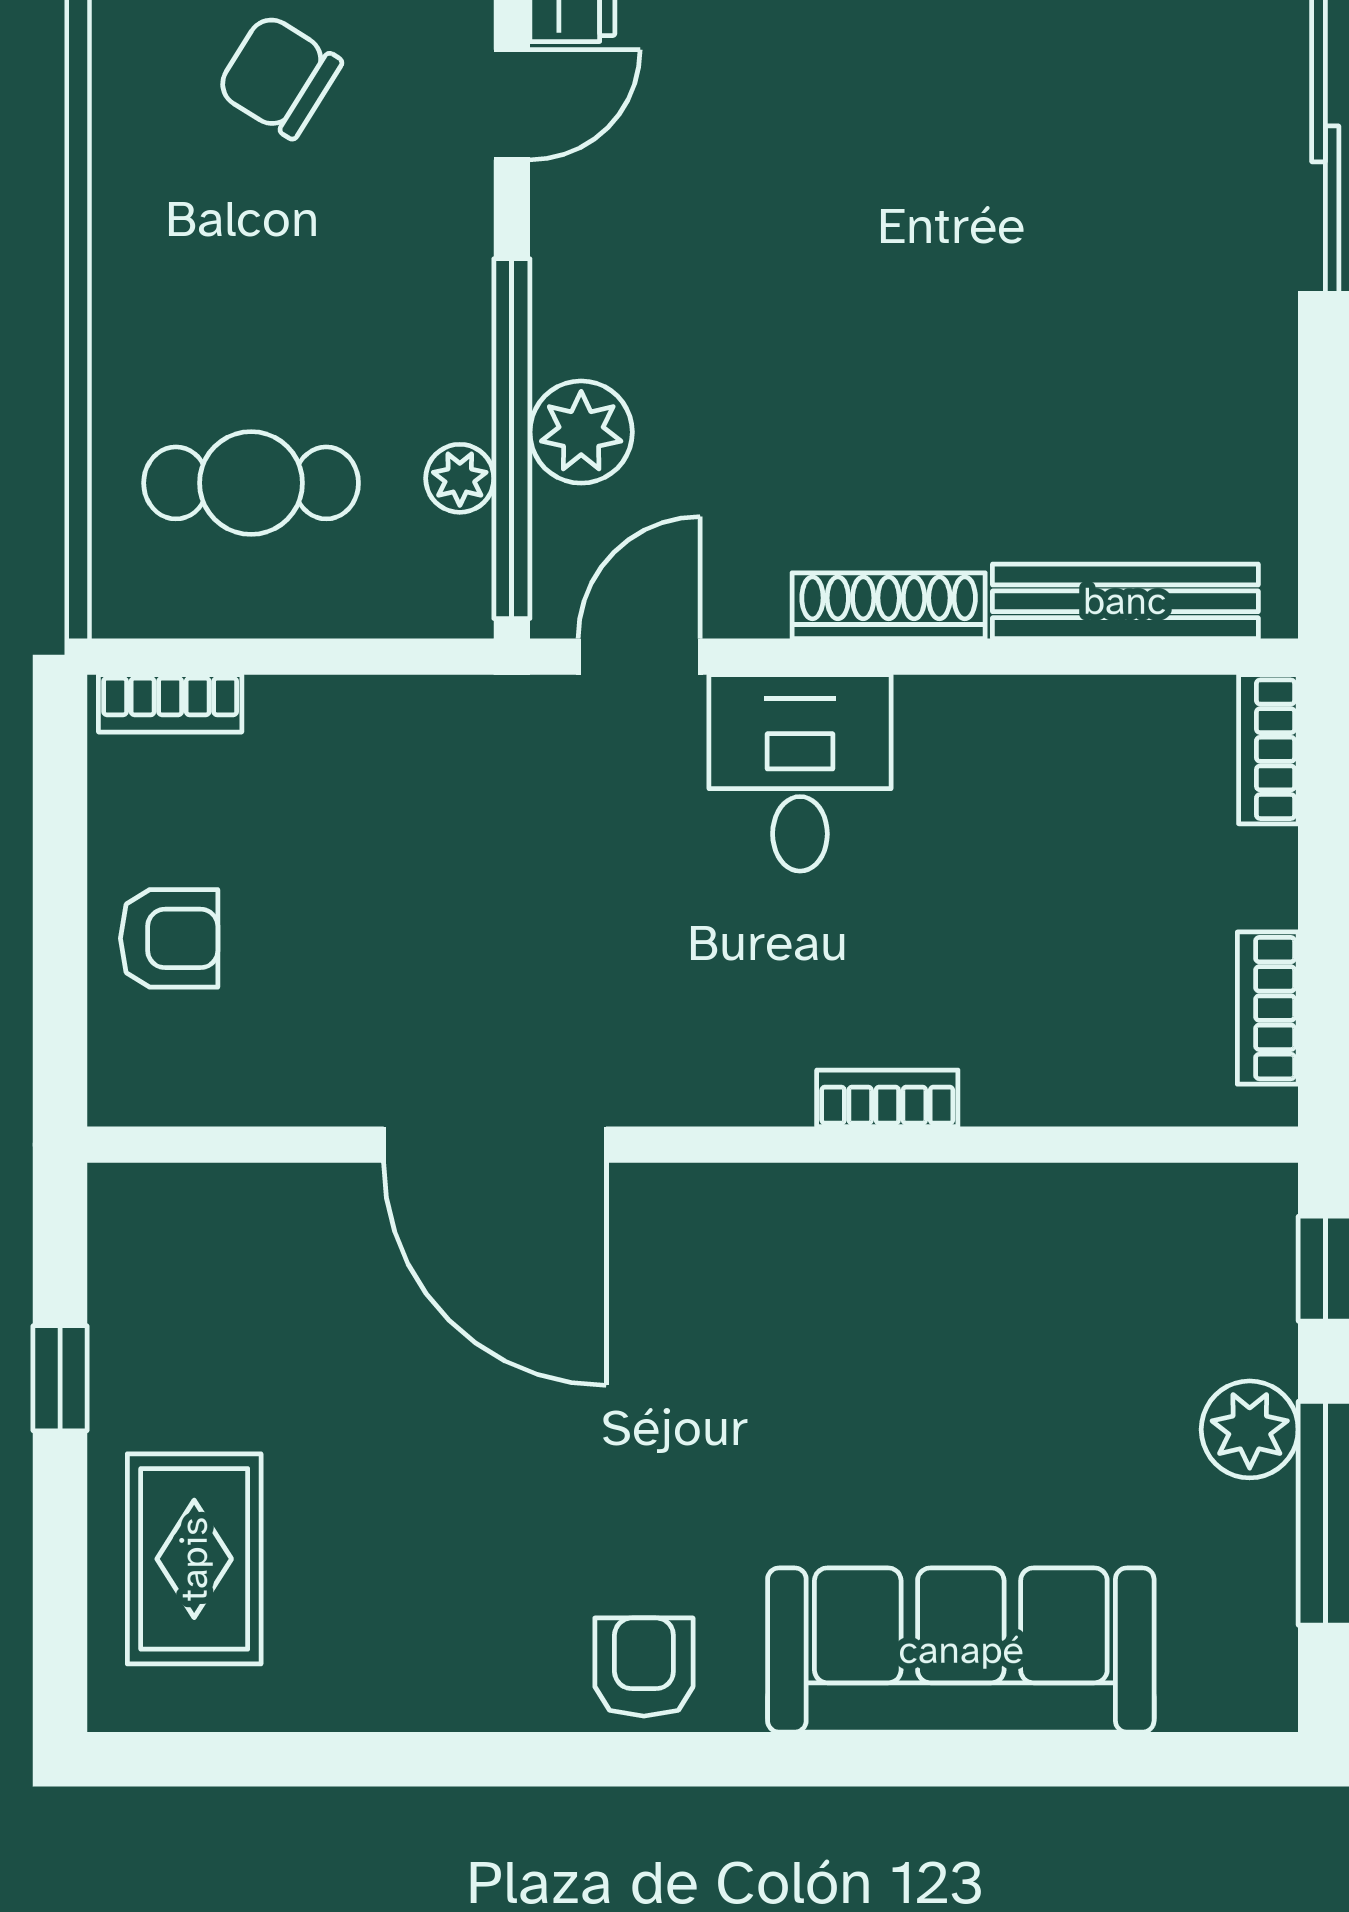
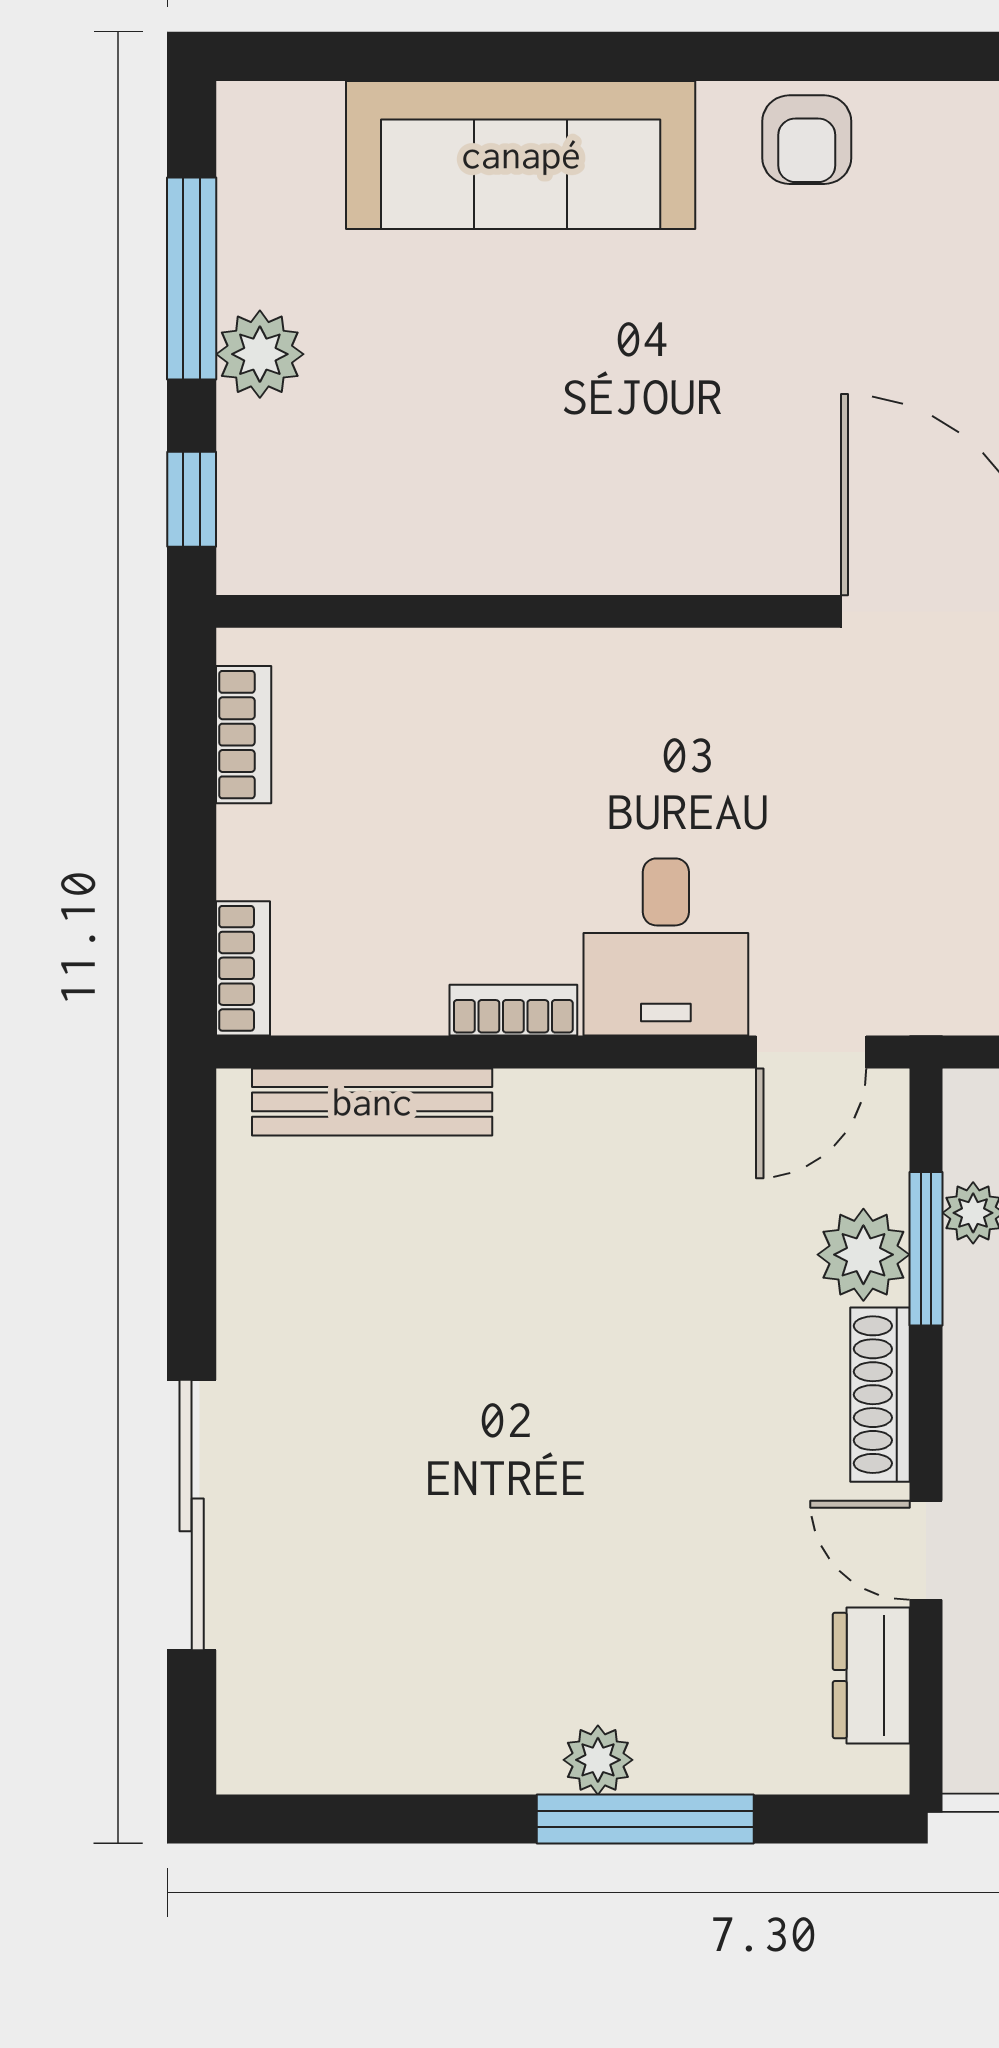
door: (512, 105) -> (926, 1550), hinge flipped
window: (512, 439) -> (926, 1249), width x0.47
shoe rack: (889, 606) -> (880, 1395), moved, turned 90
bookcase: (887, 1098) -> (513, 1010), moved, turned 180

